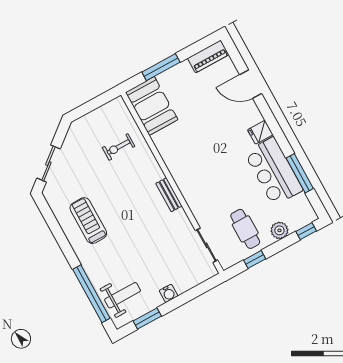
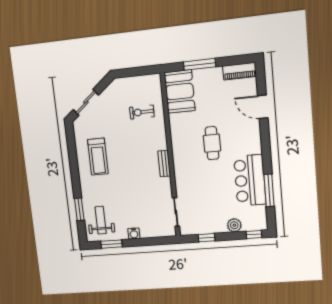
fridge: (260, 132) -> (253, 147), removed
treadmill: (88, 221) -> (98, 157), turned 180
cafe table: (245, 229) -> (212, 143), moved
window: (91, 294) -> (79, 209), width x0.47
weight bench: (123, 295) -> (101, 220), turned -90

